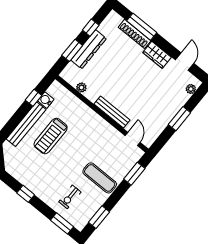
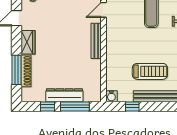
window: (72, 50) -> (75, 106), width x1.44
plant: (81, 87) -> (96, 78), removed
water cooler: (46, 100) -> (111, 96), moved

